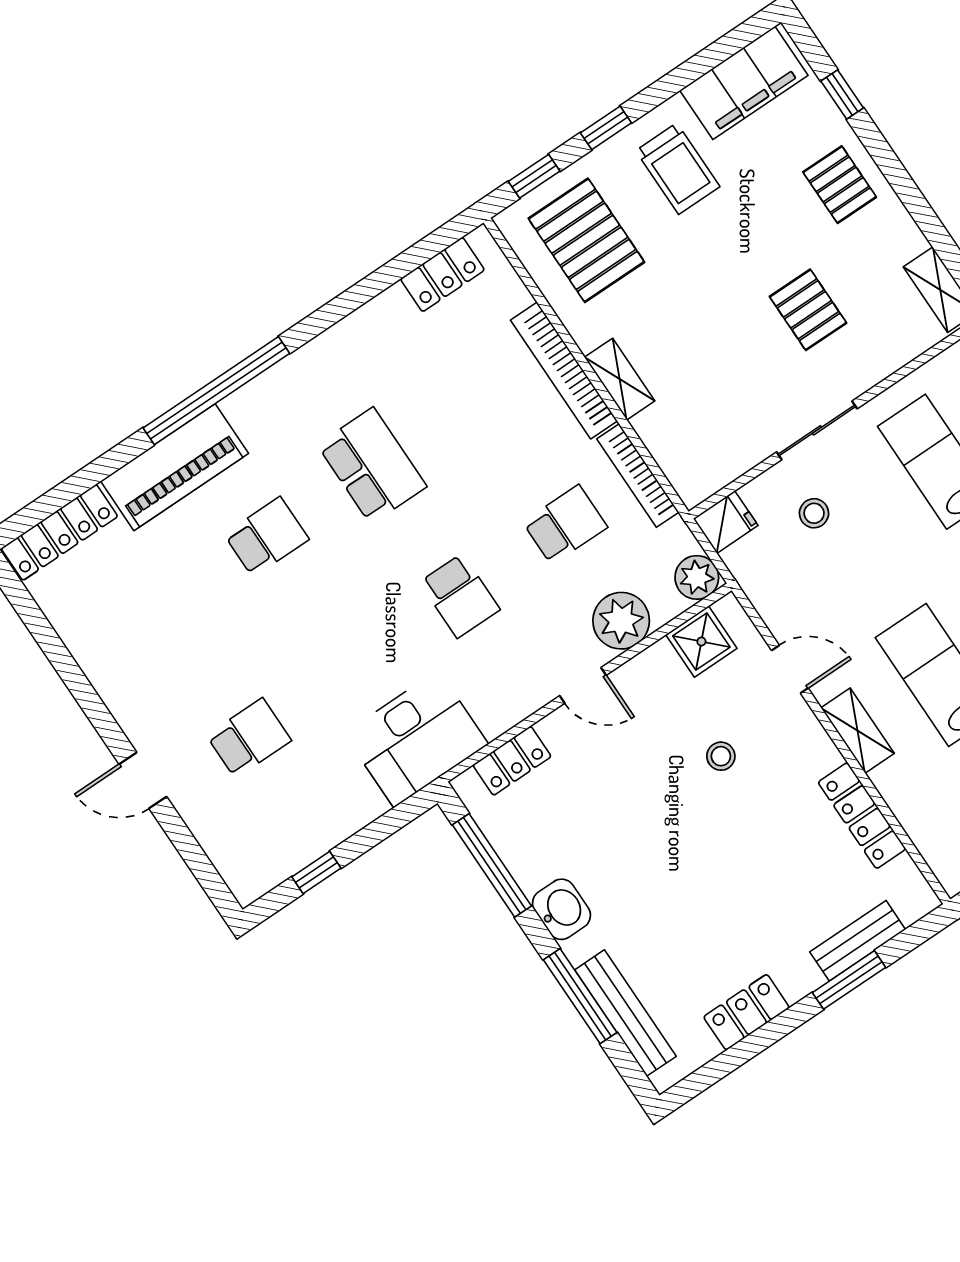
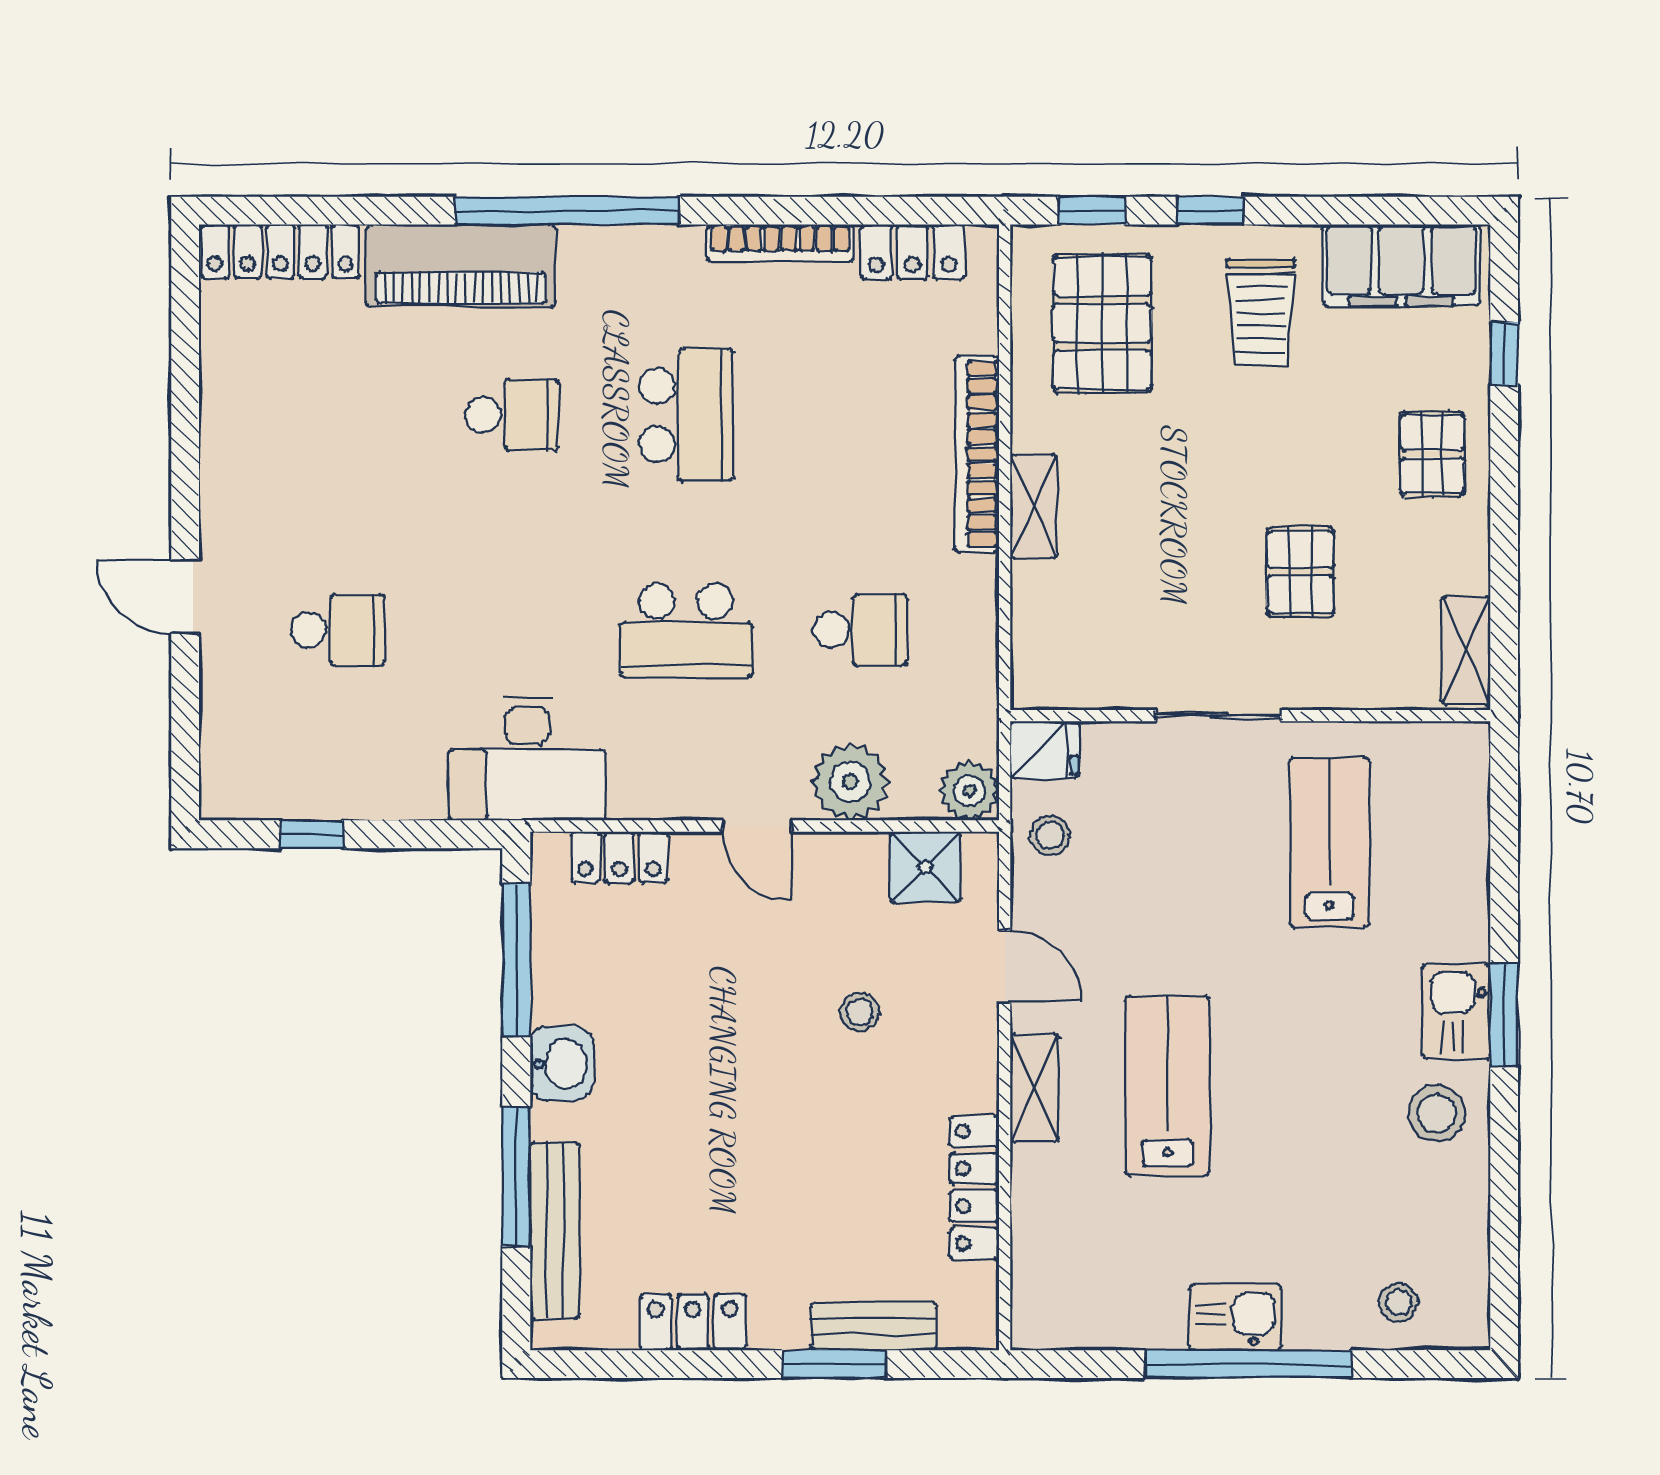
bookcase: (638, 476) -> (780, 243), moved, turned -90
stool: (814, 513) -> (1050, 836), moved
school desk: (460, 596) -> (686, 630), width x1.85

